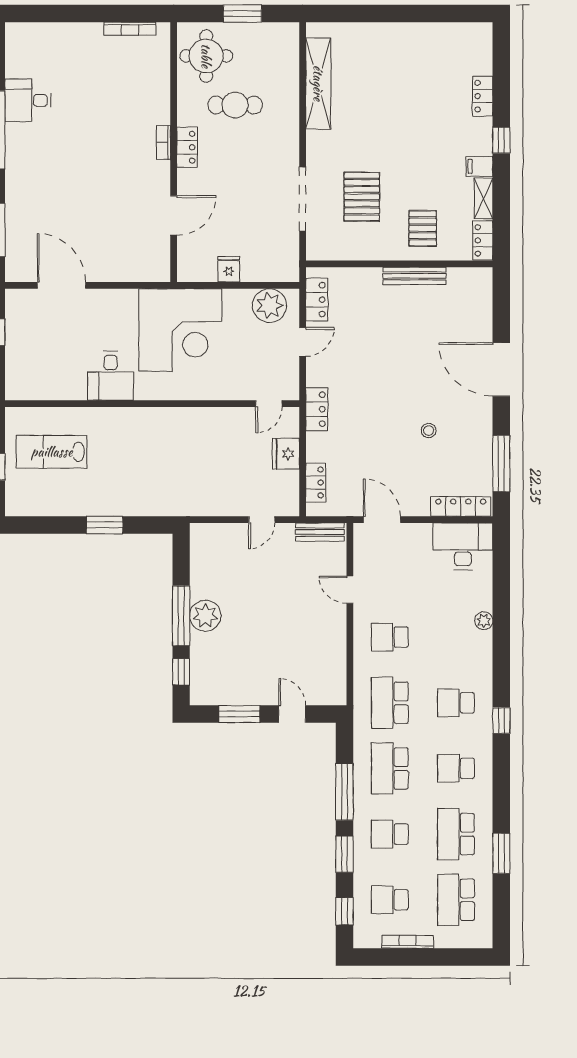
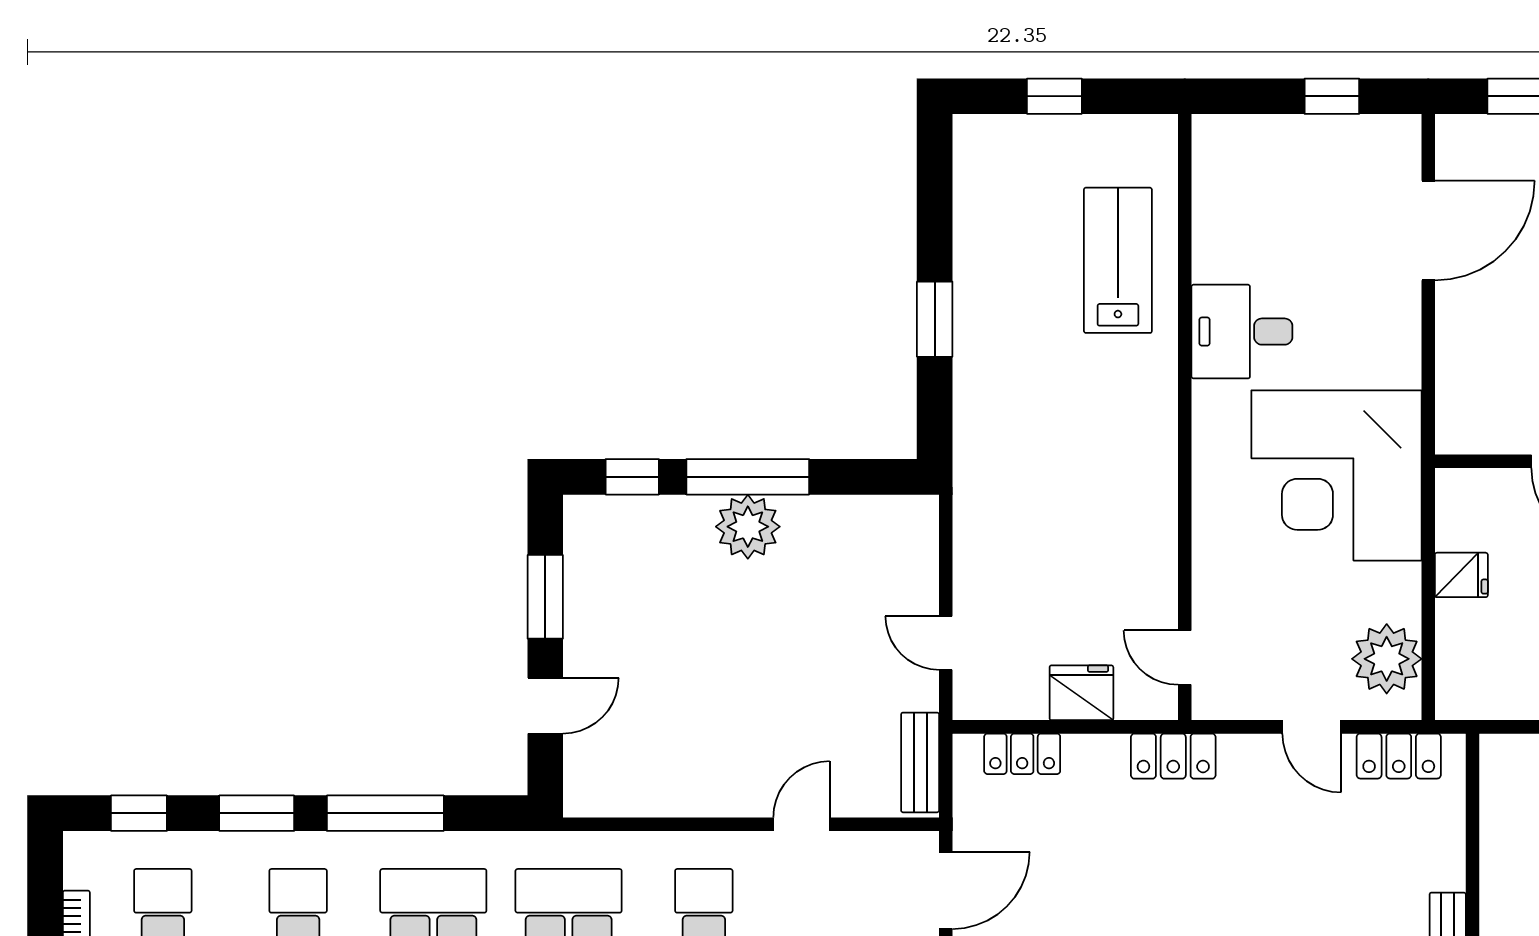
lab bench: (52, 452) -> (1118, 260), moved

